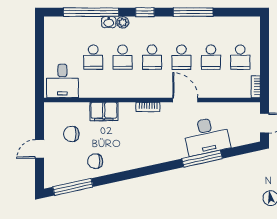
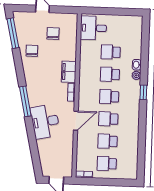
window: (91, 12) -> (145, 52), removed
window: (193, 12) -> (142, 129), removed
filing cabinet: (104, 111) -> (69, 72), moved
desk: (207, 136) -> (45, 122), moved
window: (202, 159) -> (25, 101), moved

